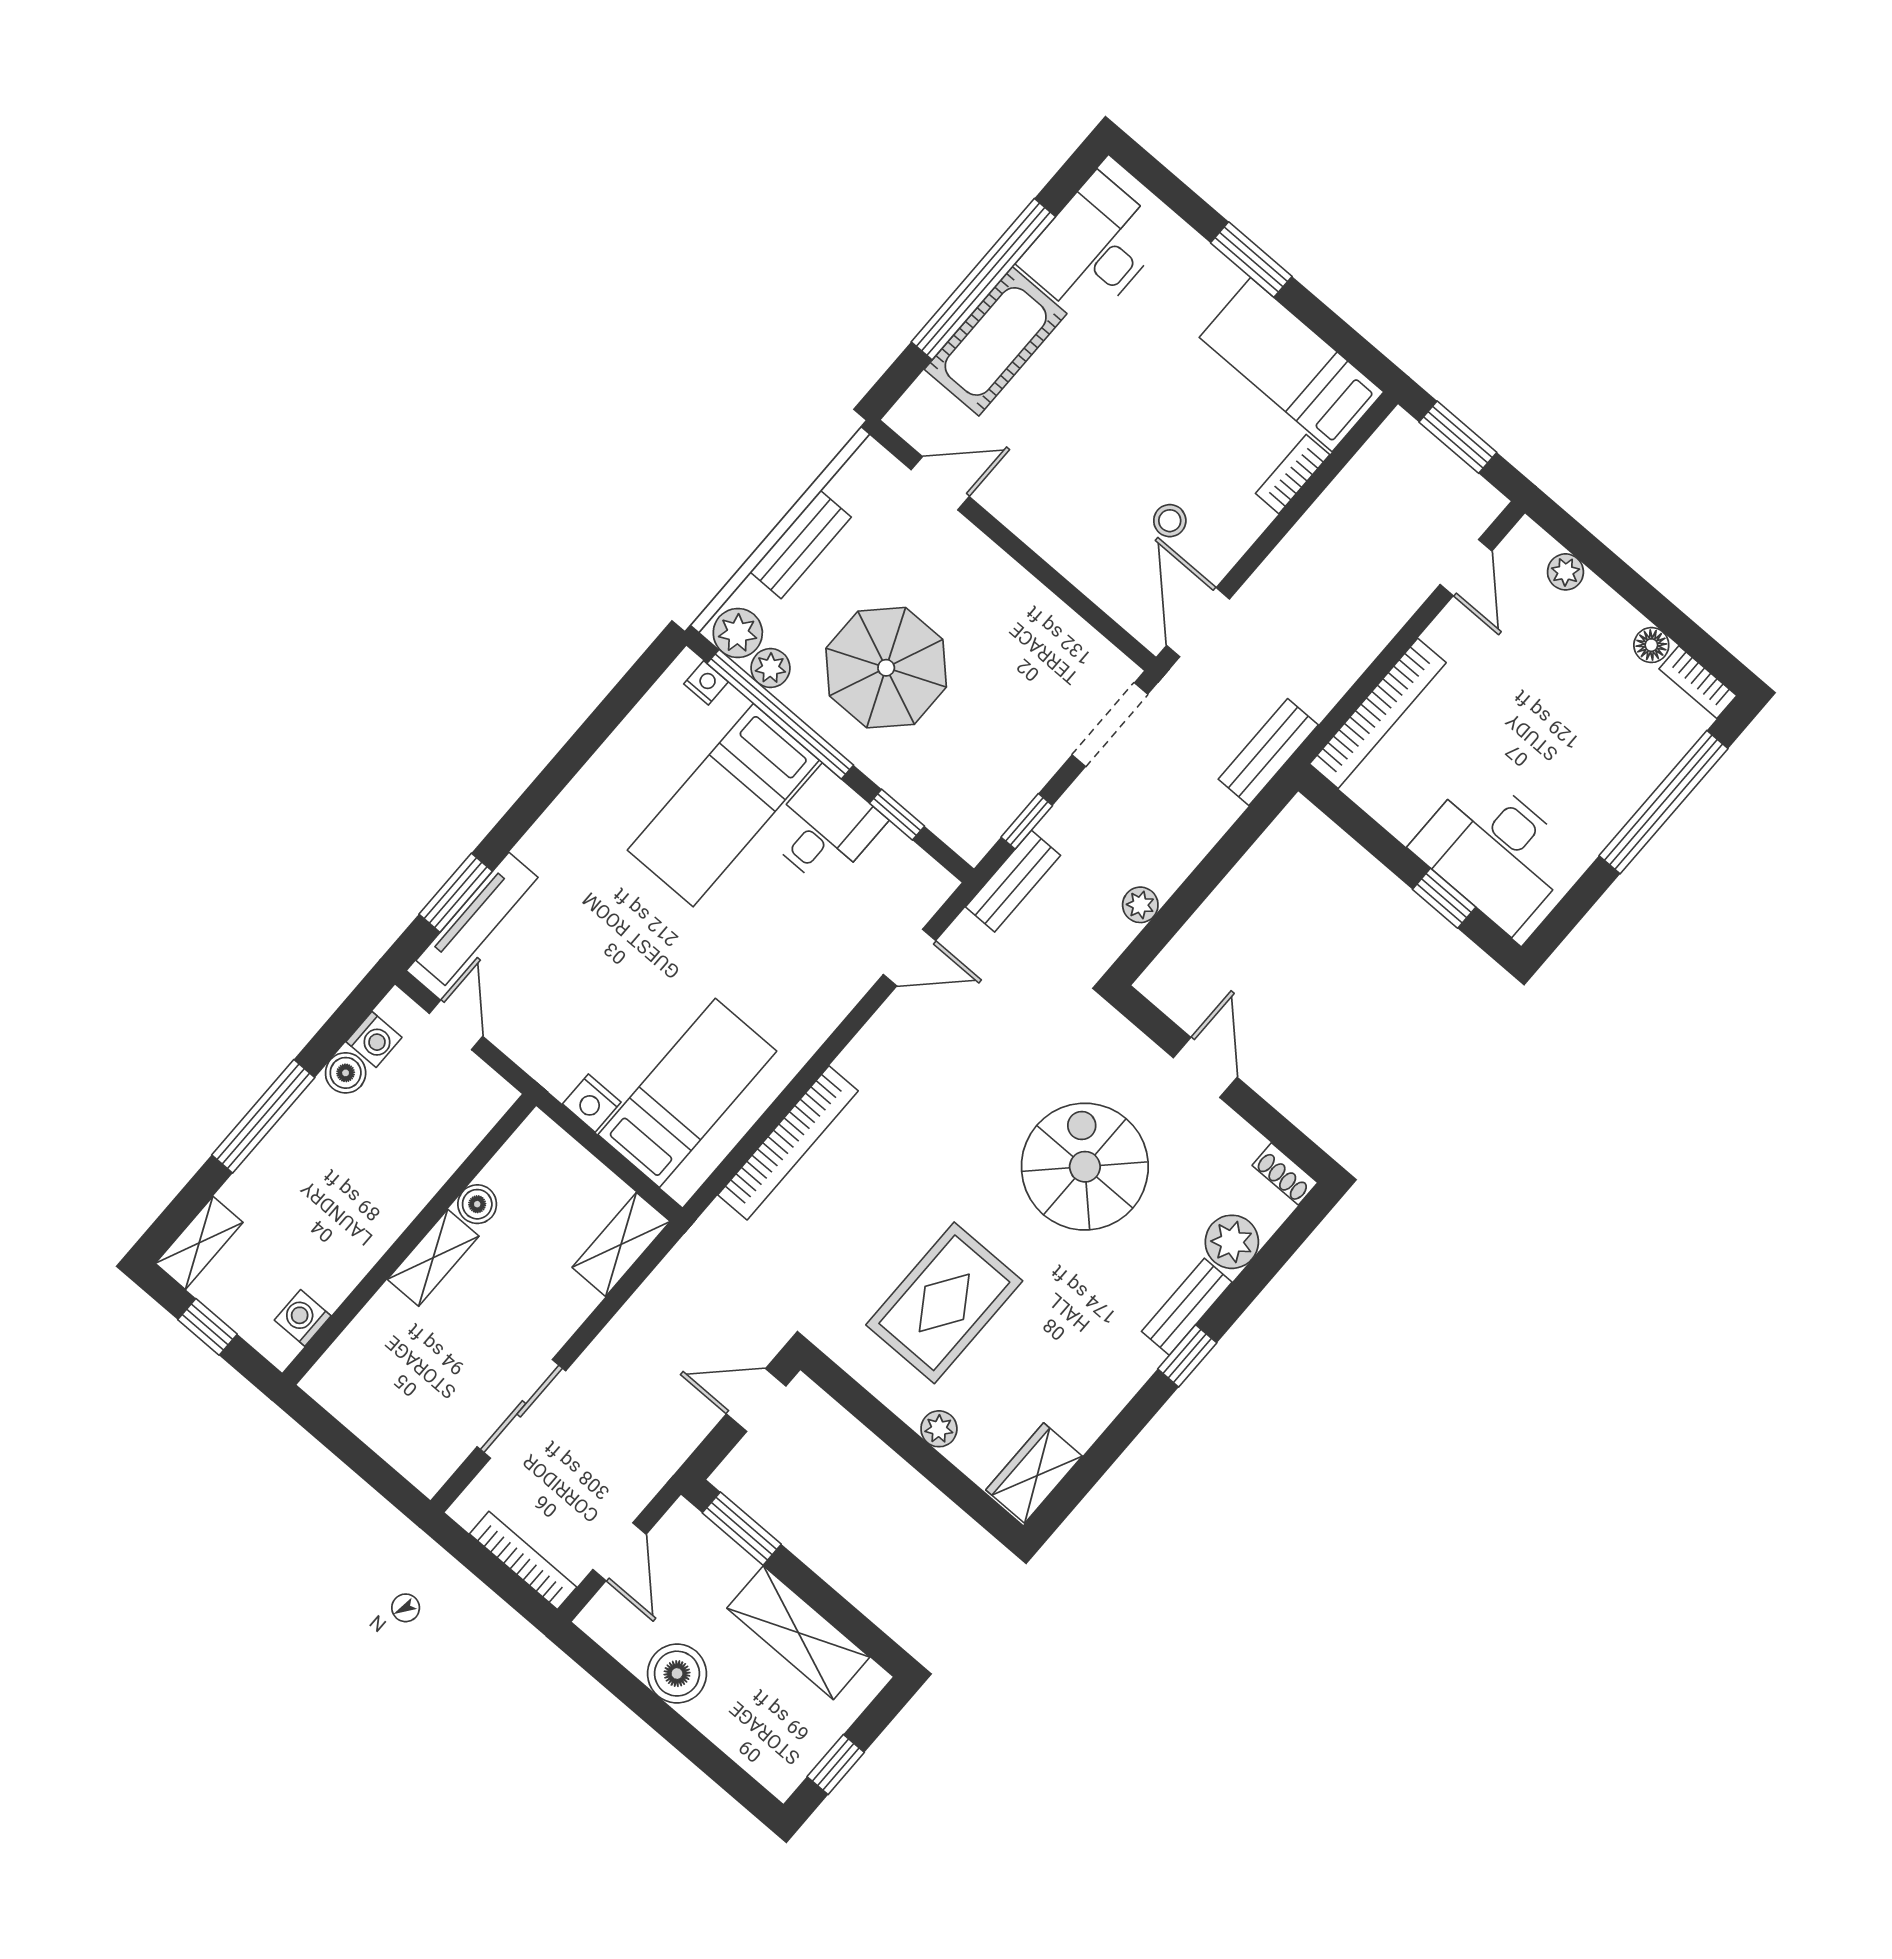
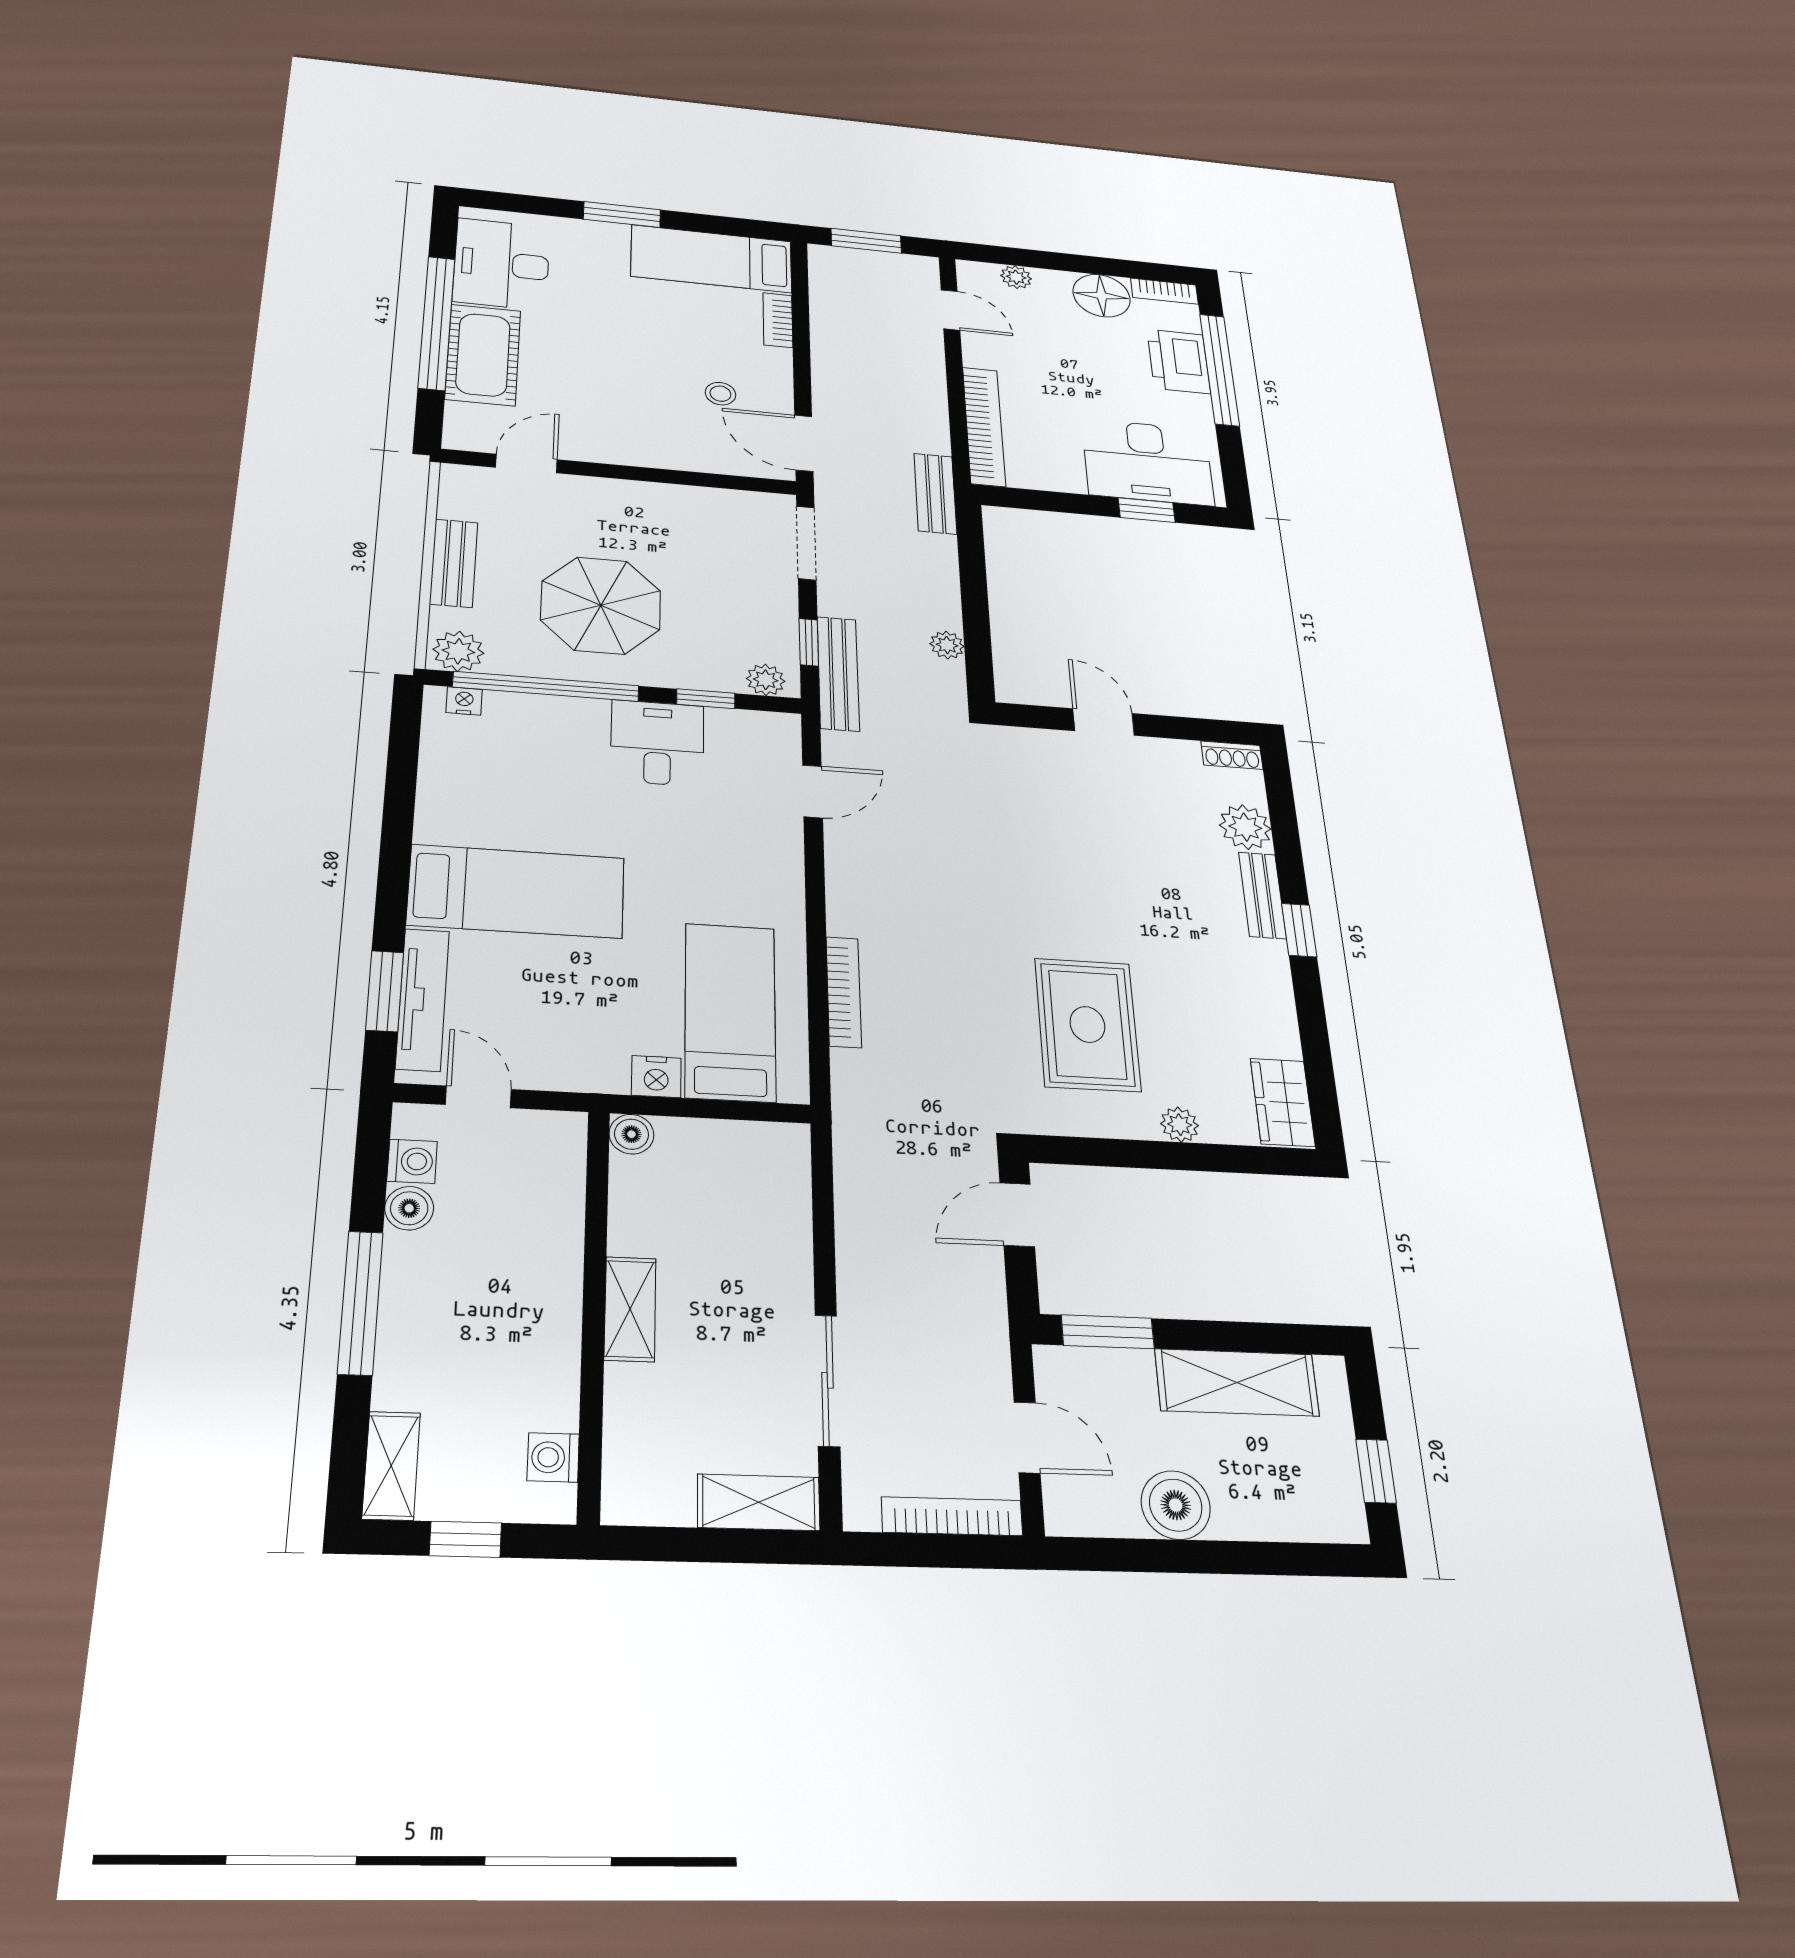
floor lamp: (1651, 645) -> (1102, 296), width x1.89, depth x1.89
plant: (770, 668) -> (766, 680), moved
printer: (1632, 767) -> (1179, 361), added
bed: (723, 805) -> (516, 891), moved, turned -90
bench: (1013, 881) -> (838, 673), width x1.36
bookcase: (788, 1143) -> (844, 992), width x0.68, depth x0.76
spiral stairs: (1085, 1167) -> (1090, 849), removed
boiler: (477, 1204) -> (631, 1134), moved
shelving: (621, 1244) -> (759, 1502), moved, turned 90

